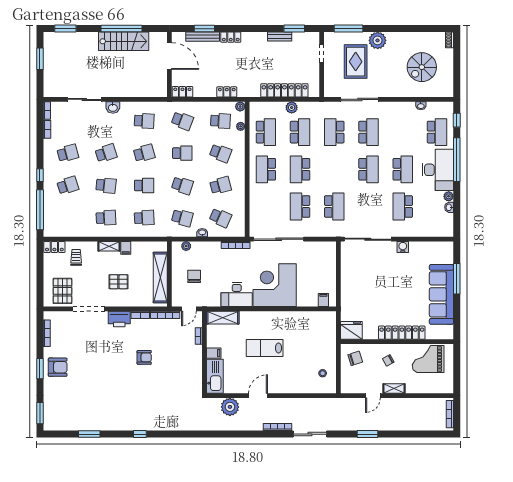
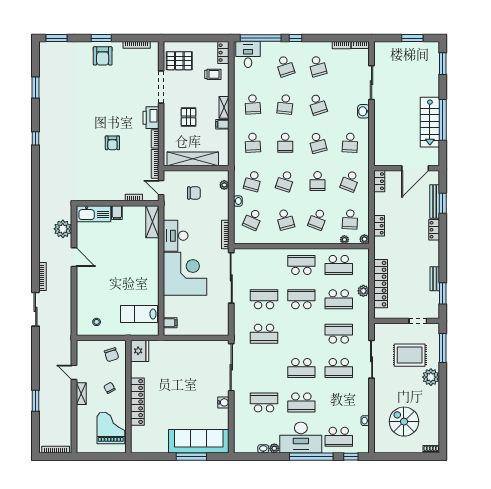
desk: (56, 222) -> (248, 55), added
sofa: (441, 294) -> (199, 441), moved
lab bench: (265, 348) -> (139, 314), moved, turned -90
window: (368, 434) -> (36, 401), moved

